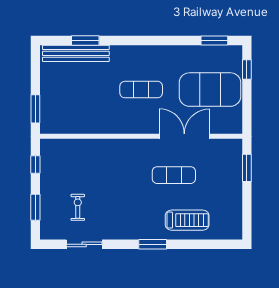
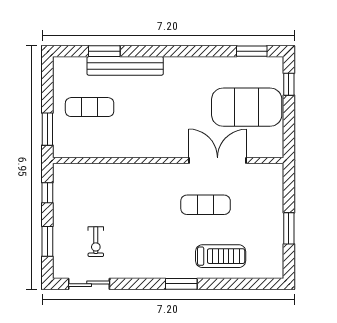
bench: (76, 53) -> (125, 66), moved
exercise mat: (141, 90) -> (90, 107), moved
window: (247, 168) -> (289, 228), moved
exercise bike: (78, 207) -> (96, 242), turned 180
sliding door: (84, 244) -> (89, 284), moved

